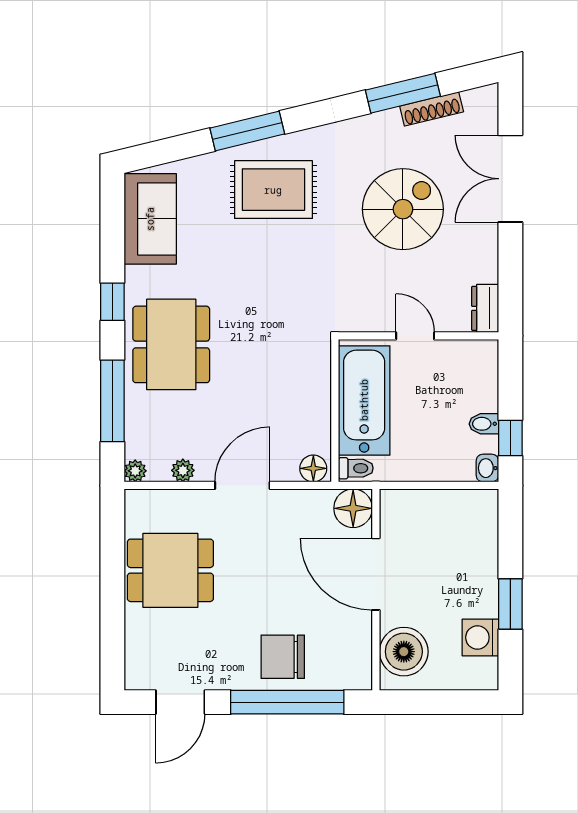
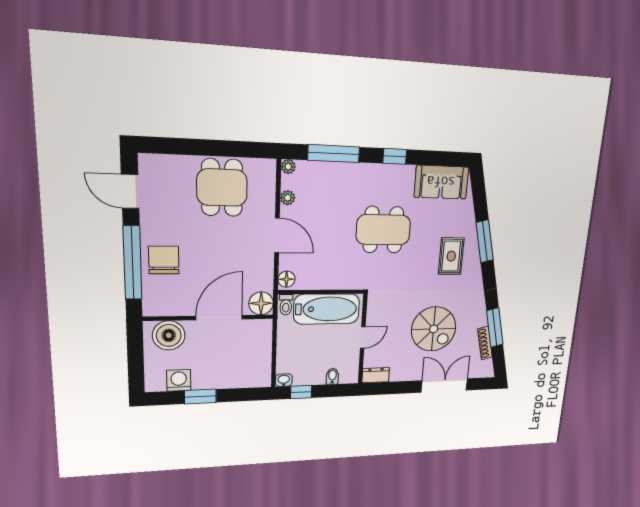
rug: (273, 190) -> (451, 256), width x0.73, depth x0.70
dining table: (171, 344) -> (383, 230), moved
bidet: (484, 424) -> (332, 376), moved

